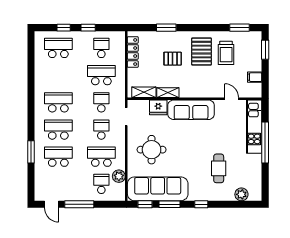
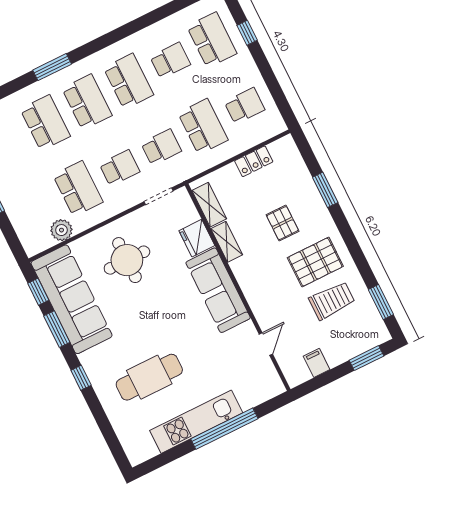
window: (88, 28) -> (266, 70), removed
locker: (133, 52) -> (254, 161), width x0.66
trolley: (226, 53) -> (332, 301), turned 180
kitchen unit: (254, 127) -> (196, 422), moved
window: (31, 152) -> (52, 67), moved
cafe table: (219, 168) -> (149, 377), width x1.37, depth x1.35
school desk: (101, 184) -> (170, 61), moved
plant: (241, 194) -> (127, 432), removed

